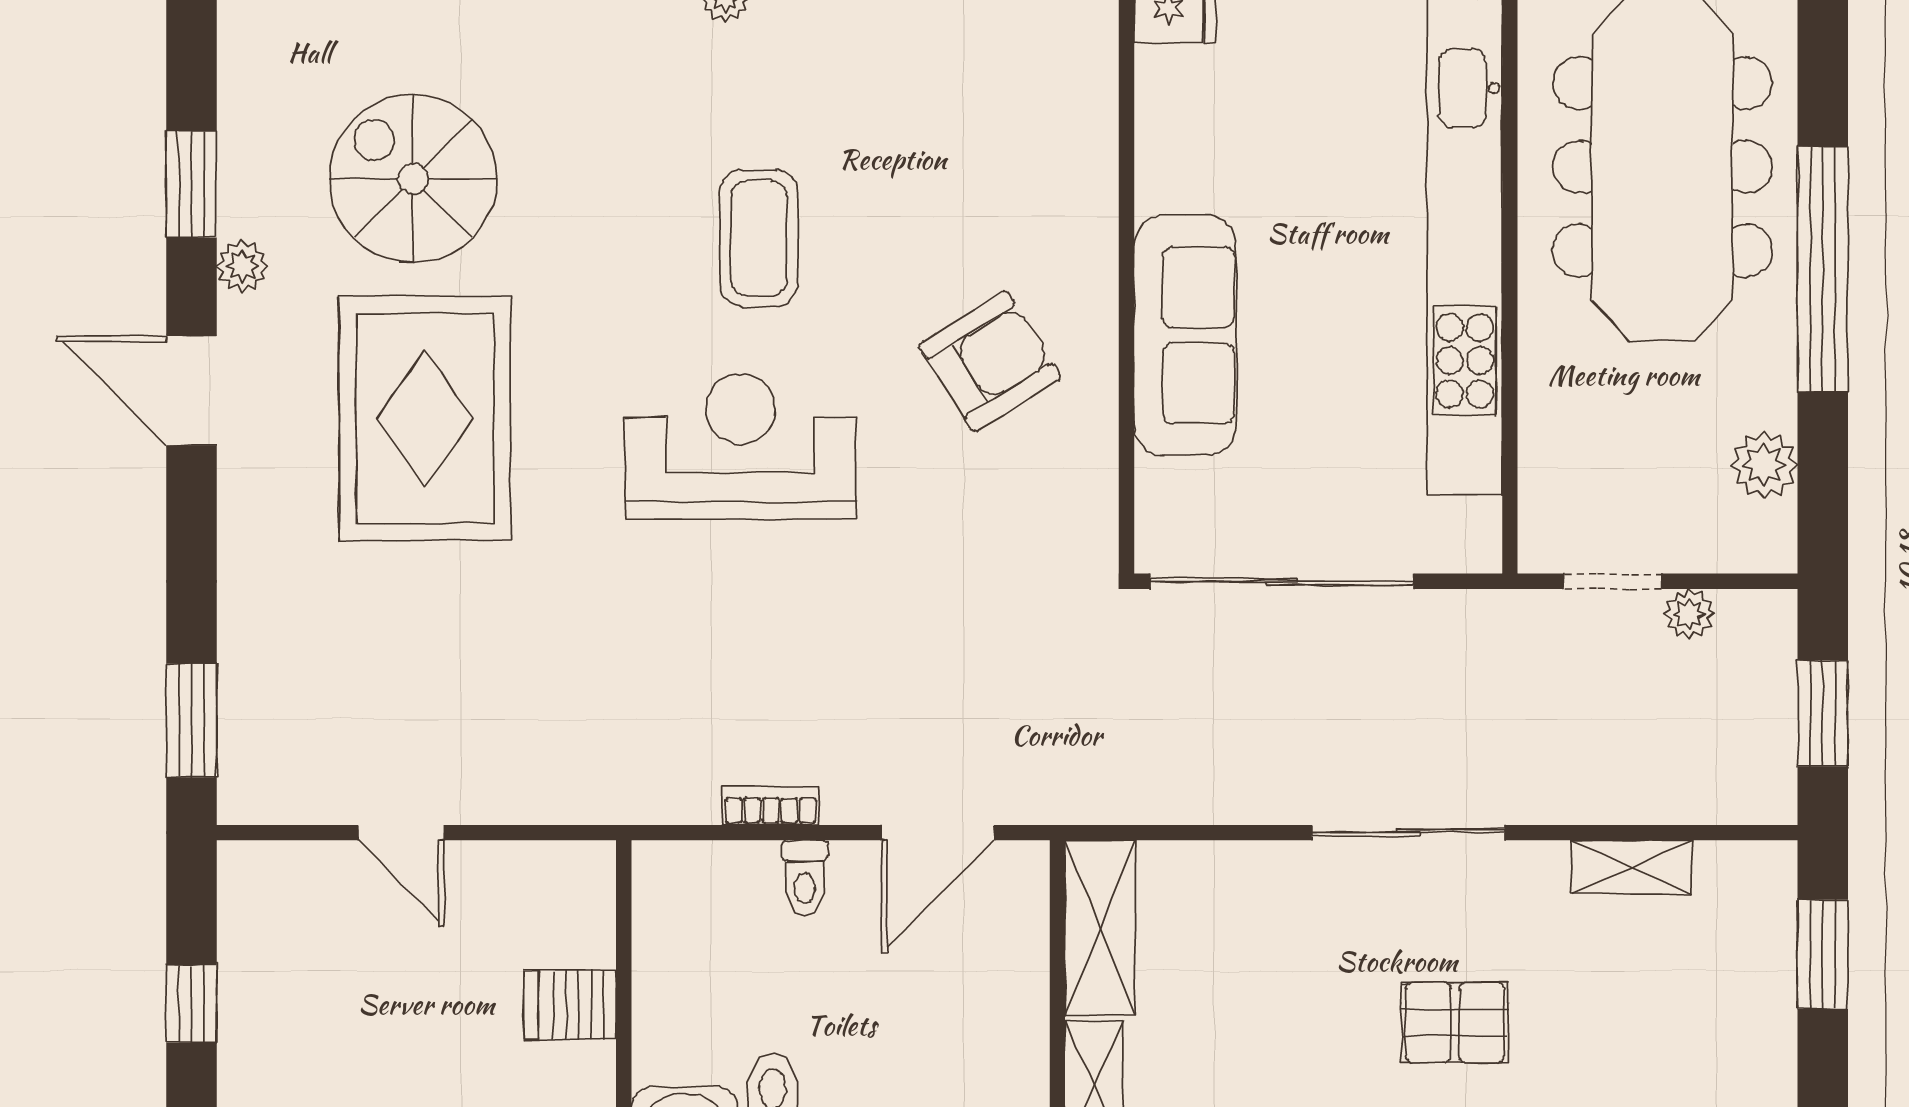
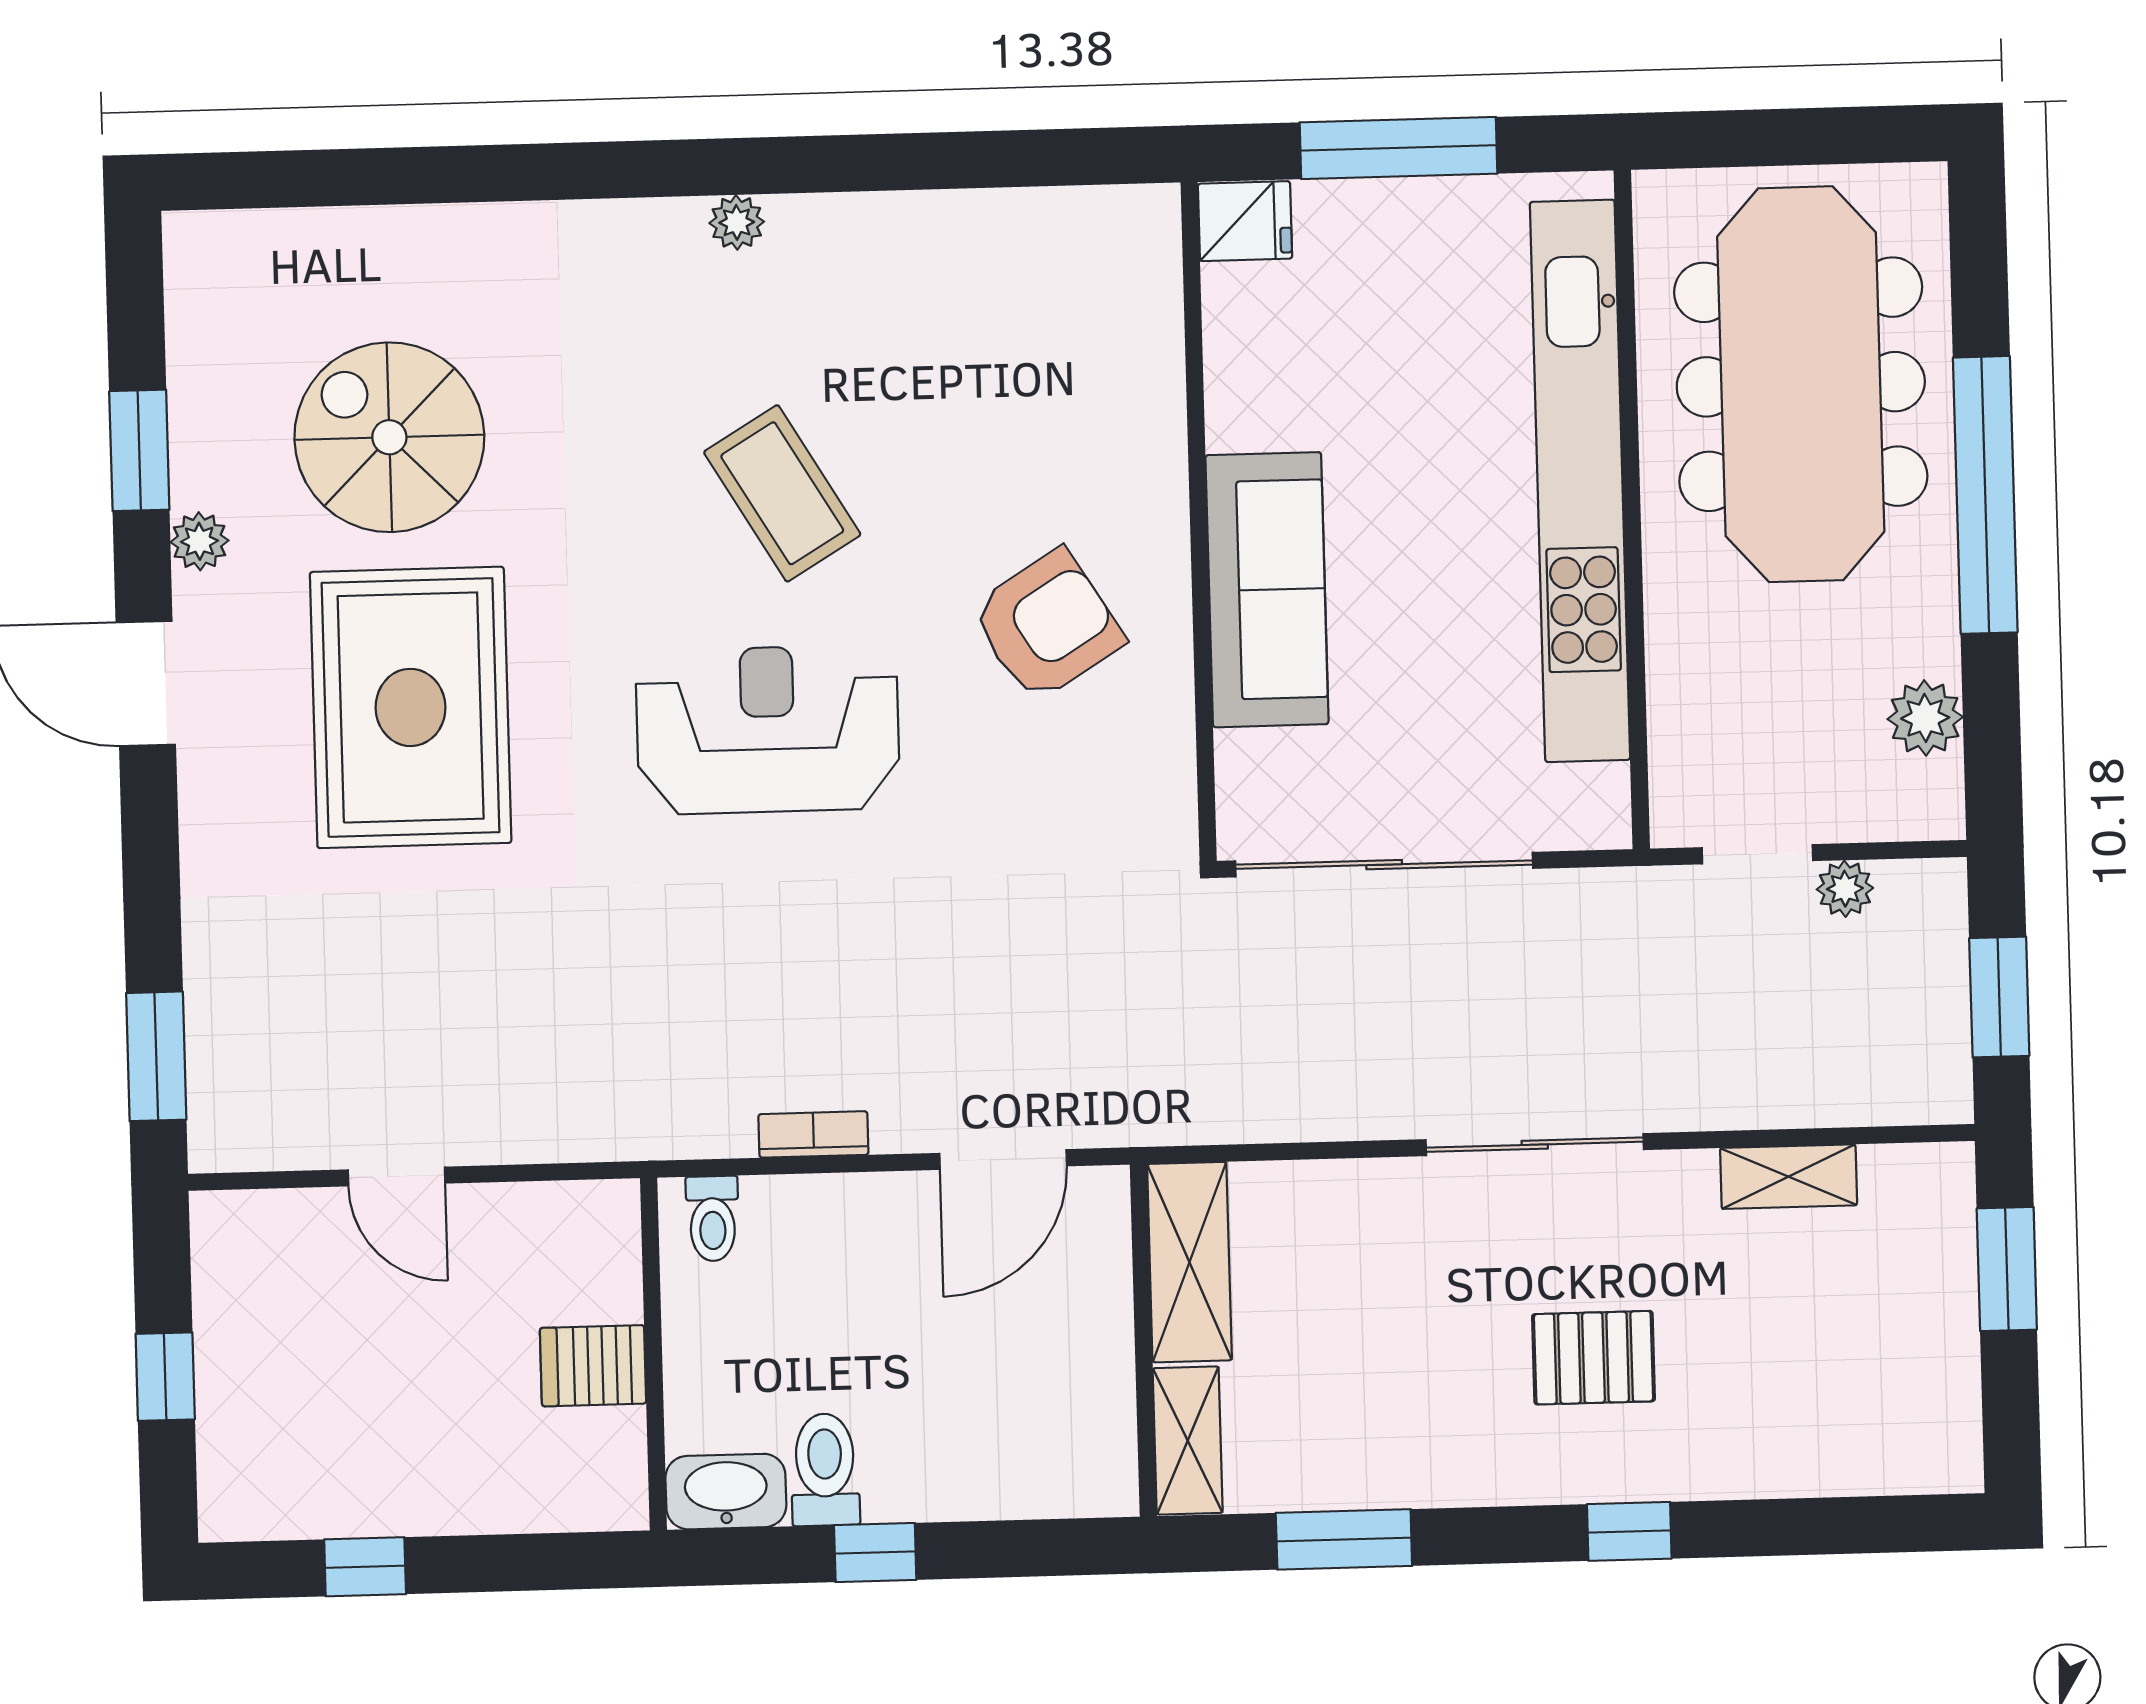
coffee table: (759, 238) -> (782, 493), turned -31
toilet: (805, 878) -> (713, 1219), moved

